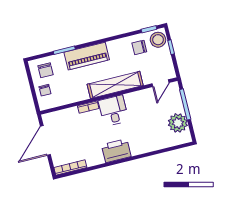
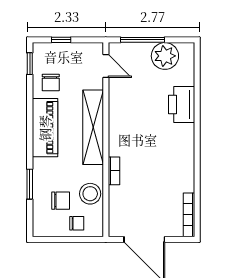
stool: (158, 40) -> (90, 194), moved
piano: (87, 56) -> (45, 128), moved
chair: (45, 70) -> (61, 201), moved
desk: (113, 111) -> (127, 138), removed
printer: (116, 151) -> (182, 104), moved

